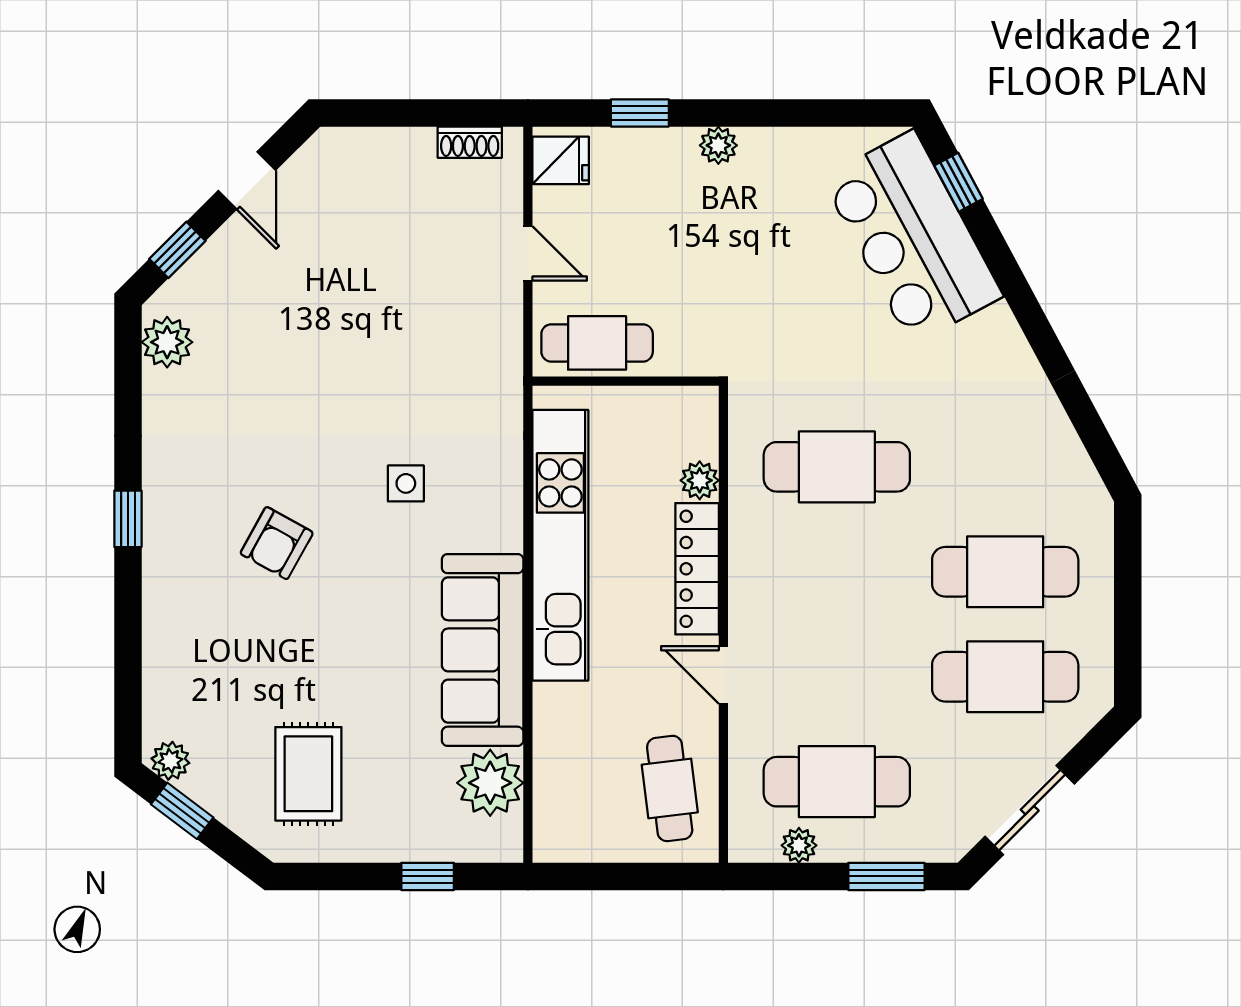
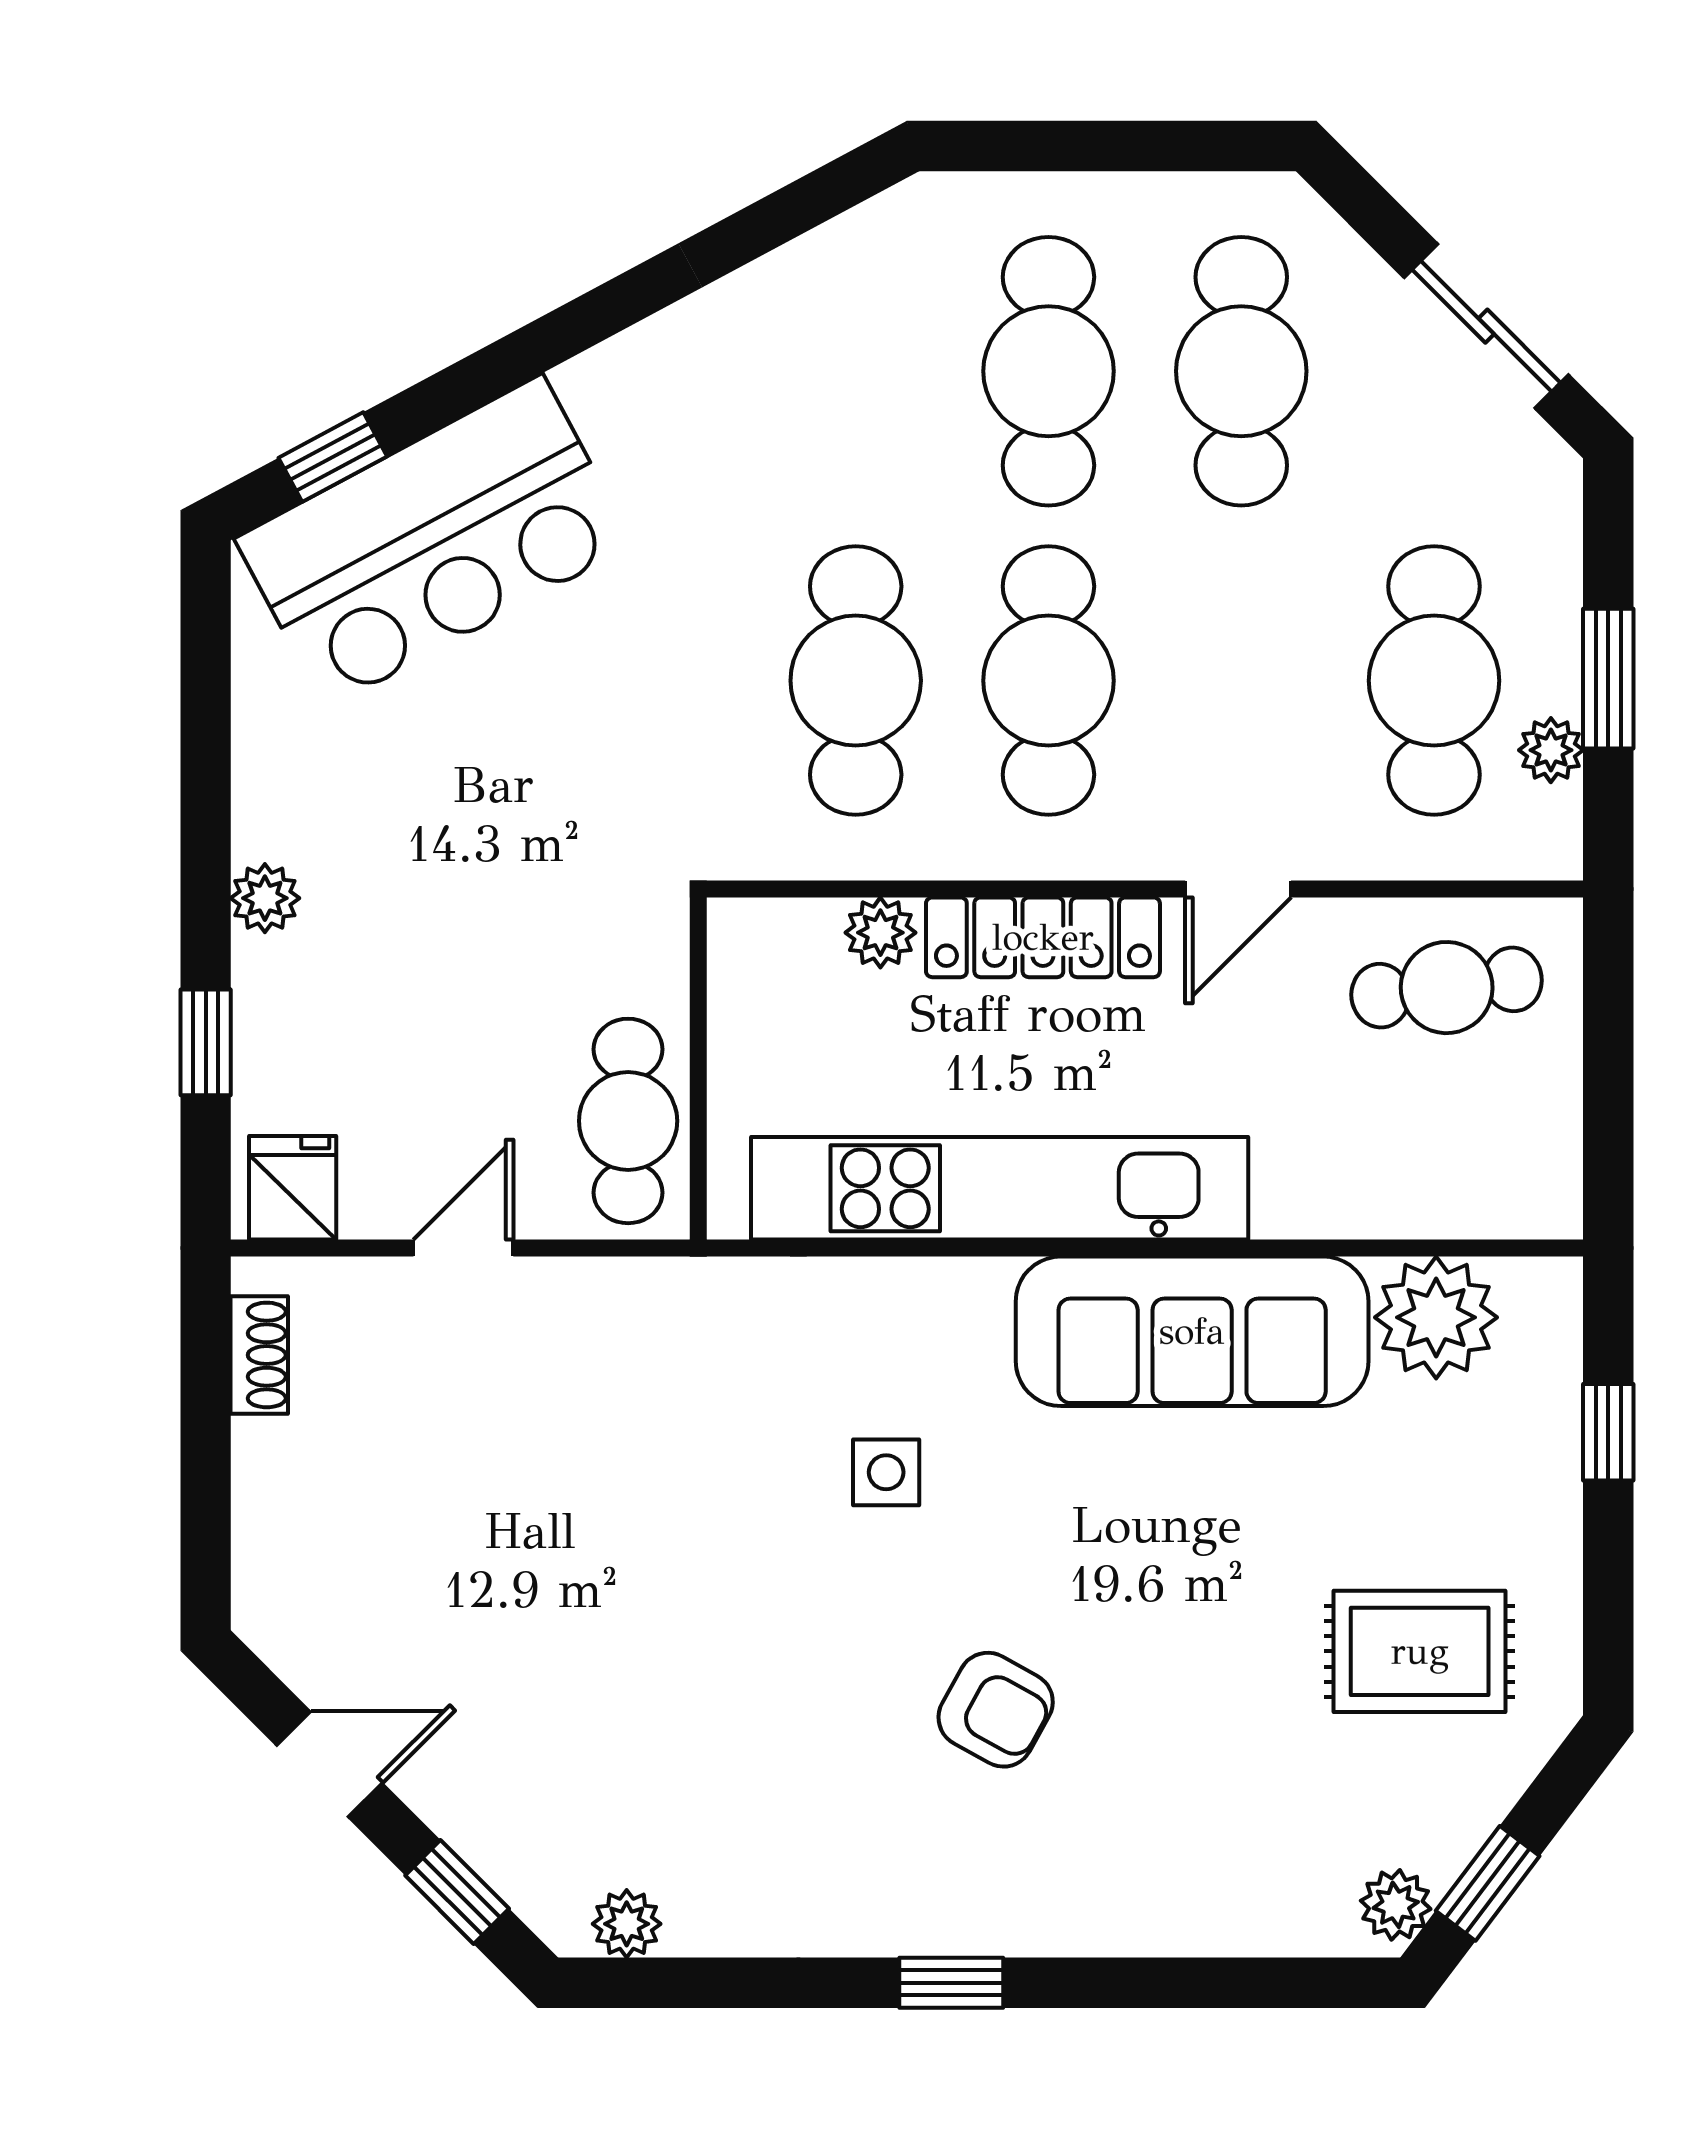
plant: (167, 342) -> (627, 1924), width x0.73, depth x0.73
cafe table: (837, 572) -> (1048, 681), added
window: (886, 876) -> (1608, 679), moved

